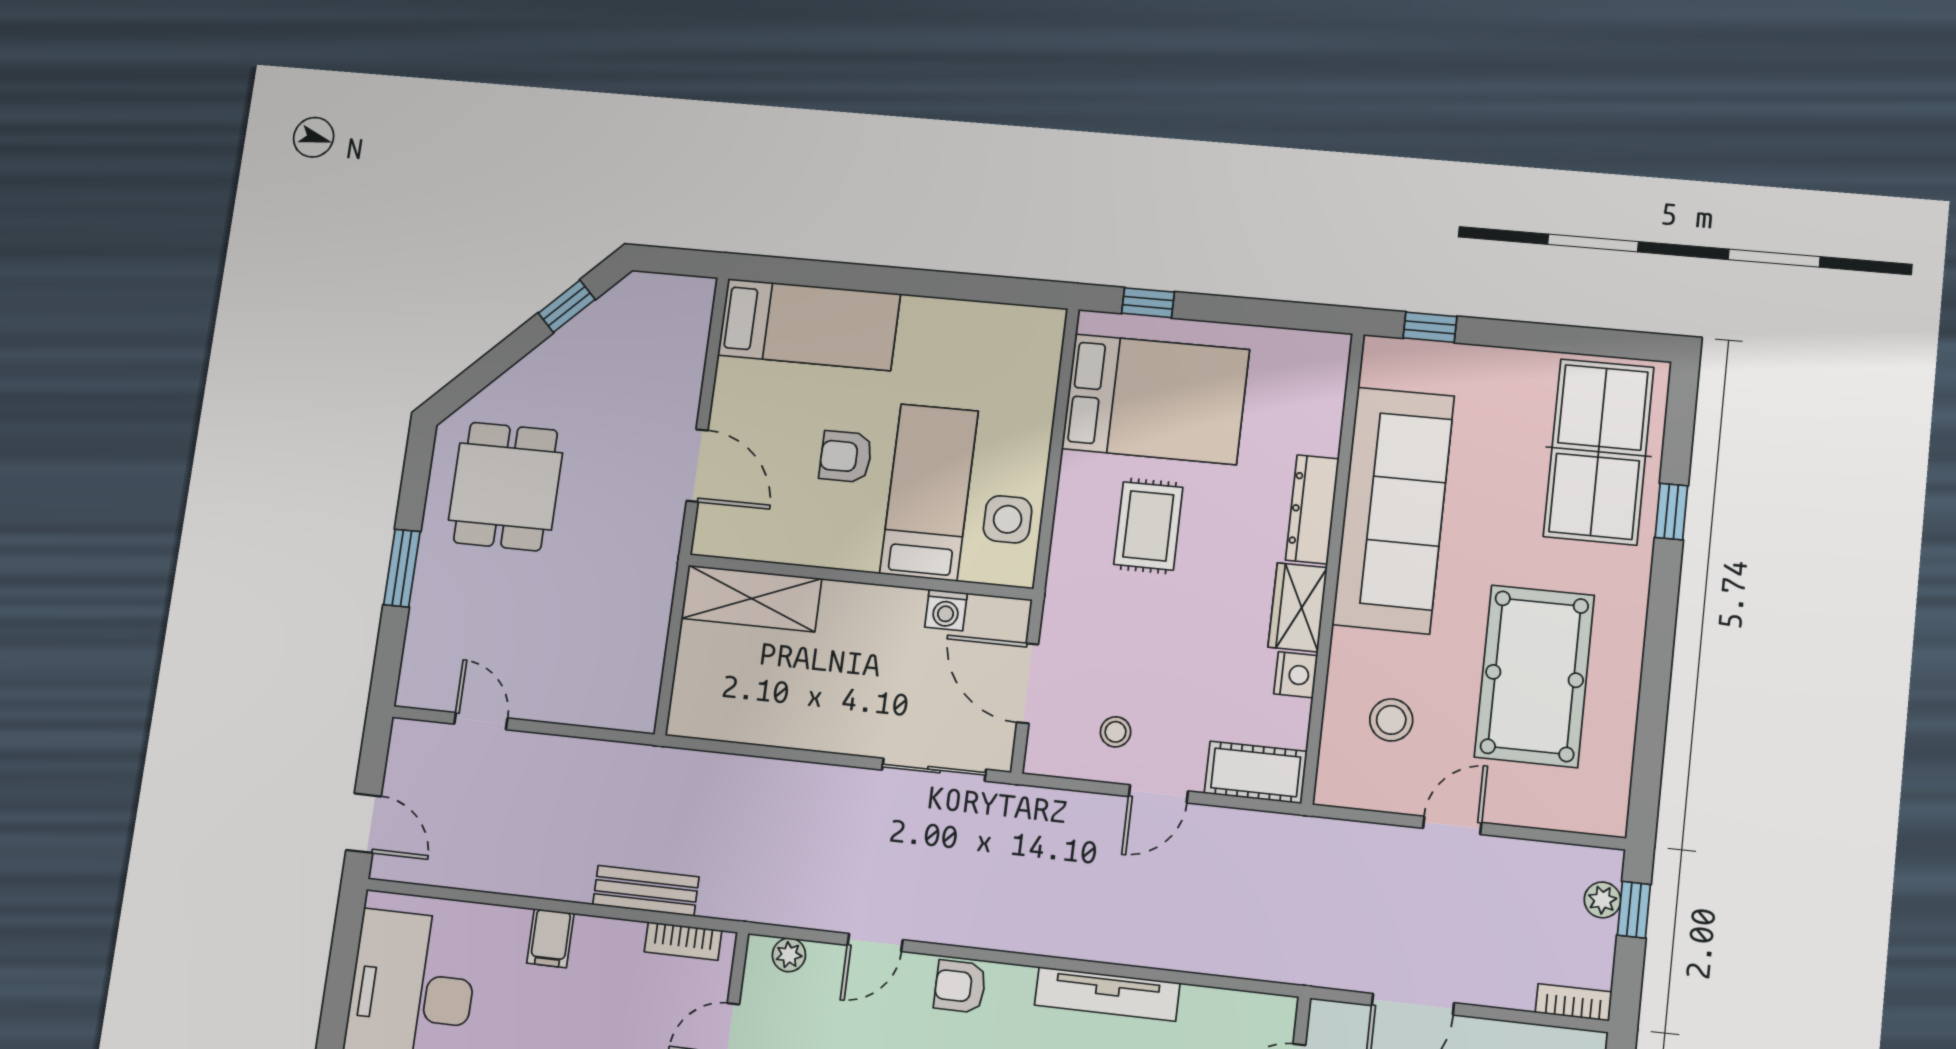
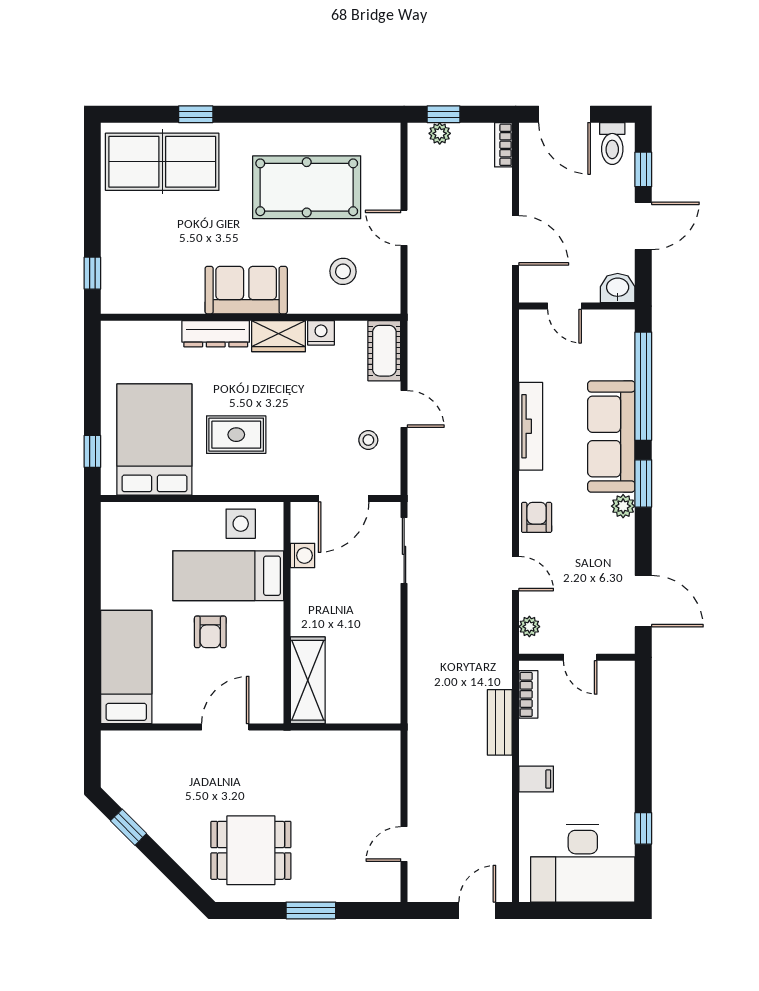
sofa: (1393, 510) -> (246, 290), width x0.54, depth x0.79
armchair: (960, 986) -> (537, 517), turned 180

